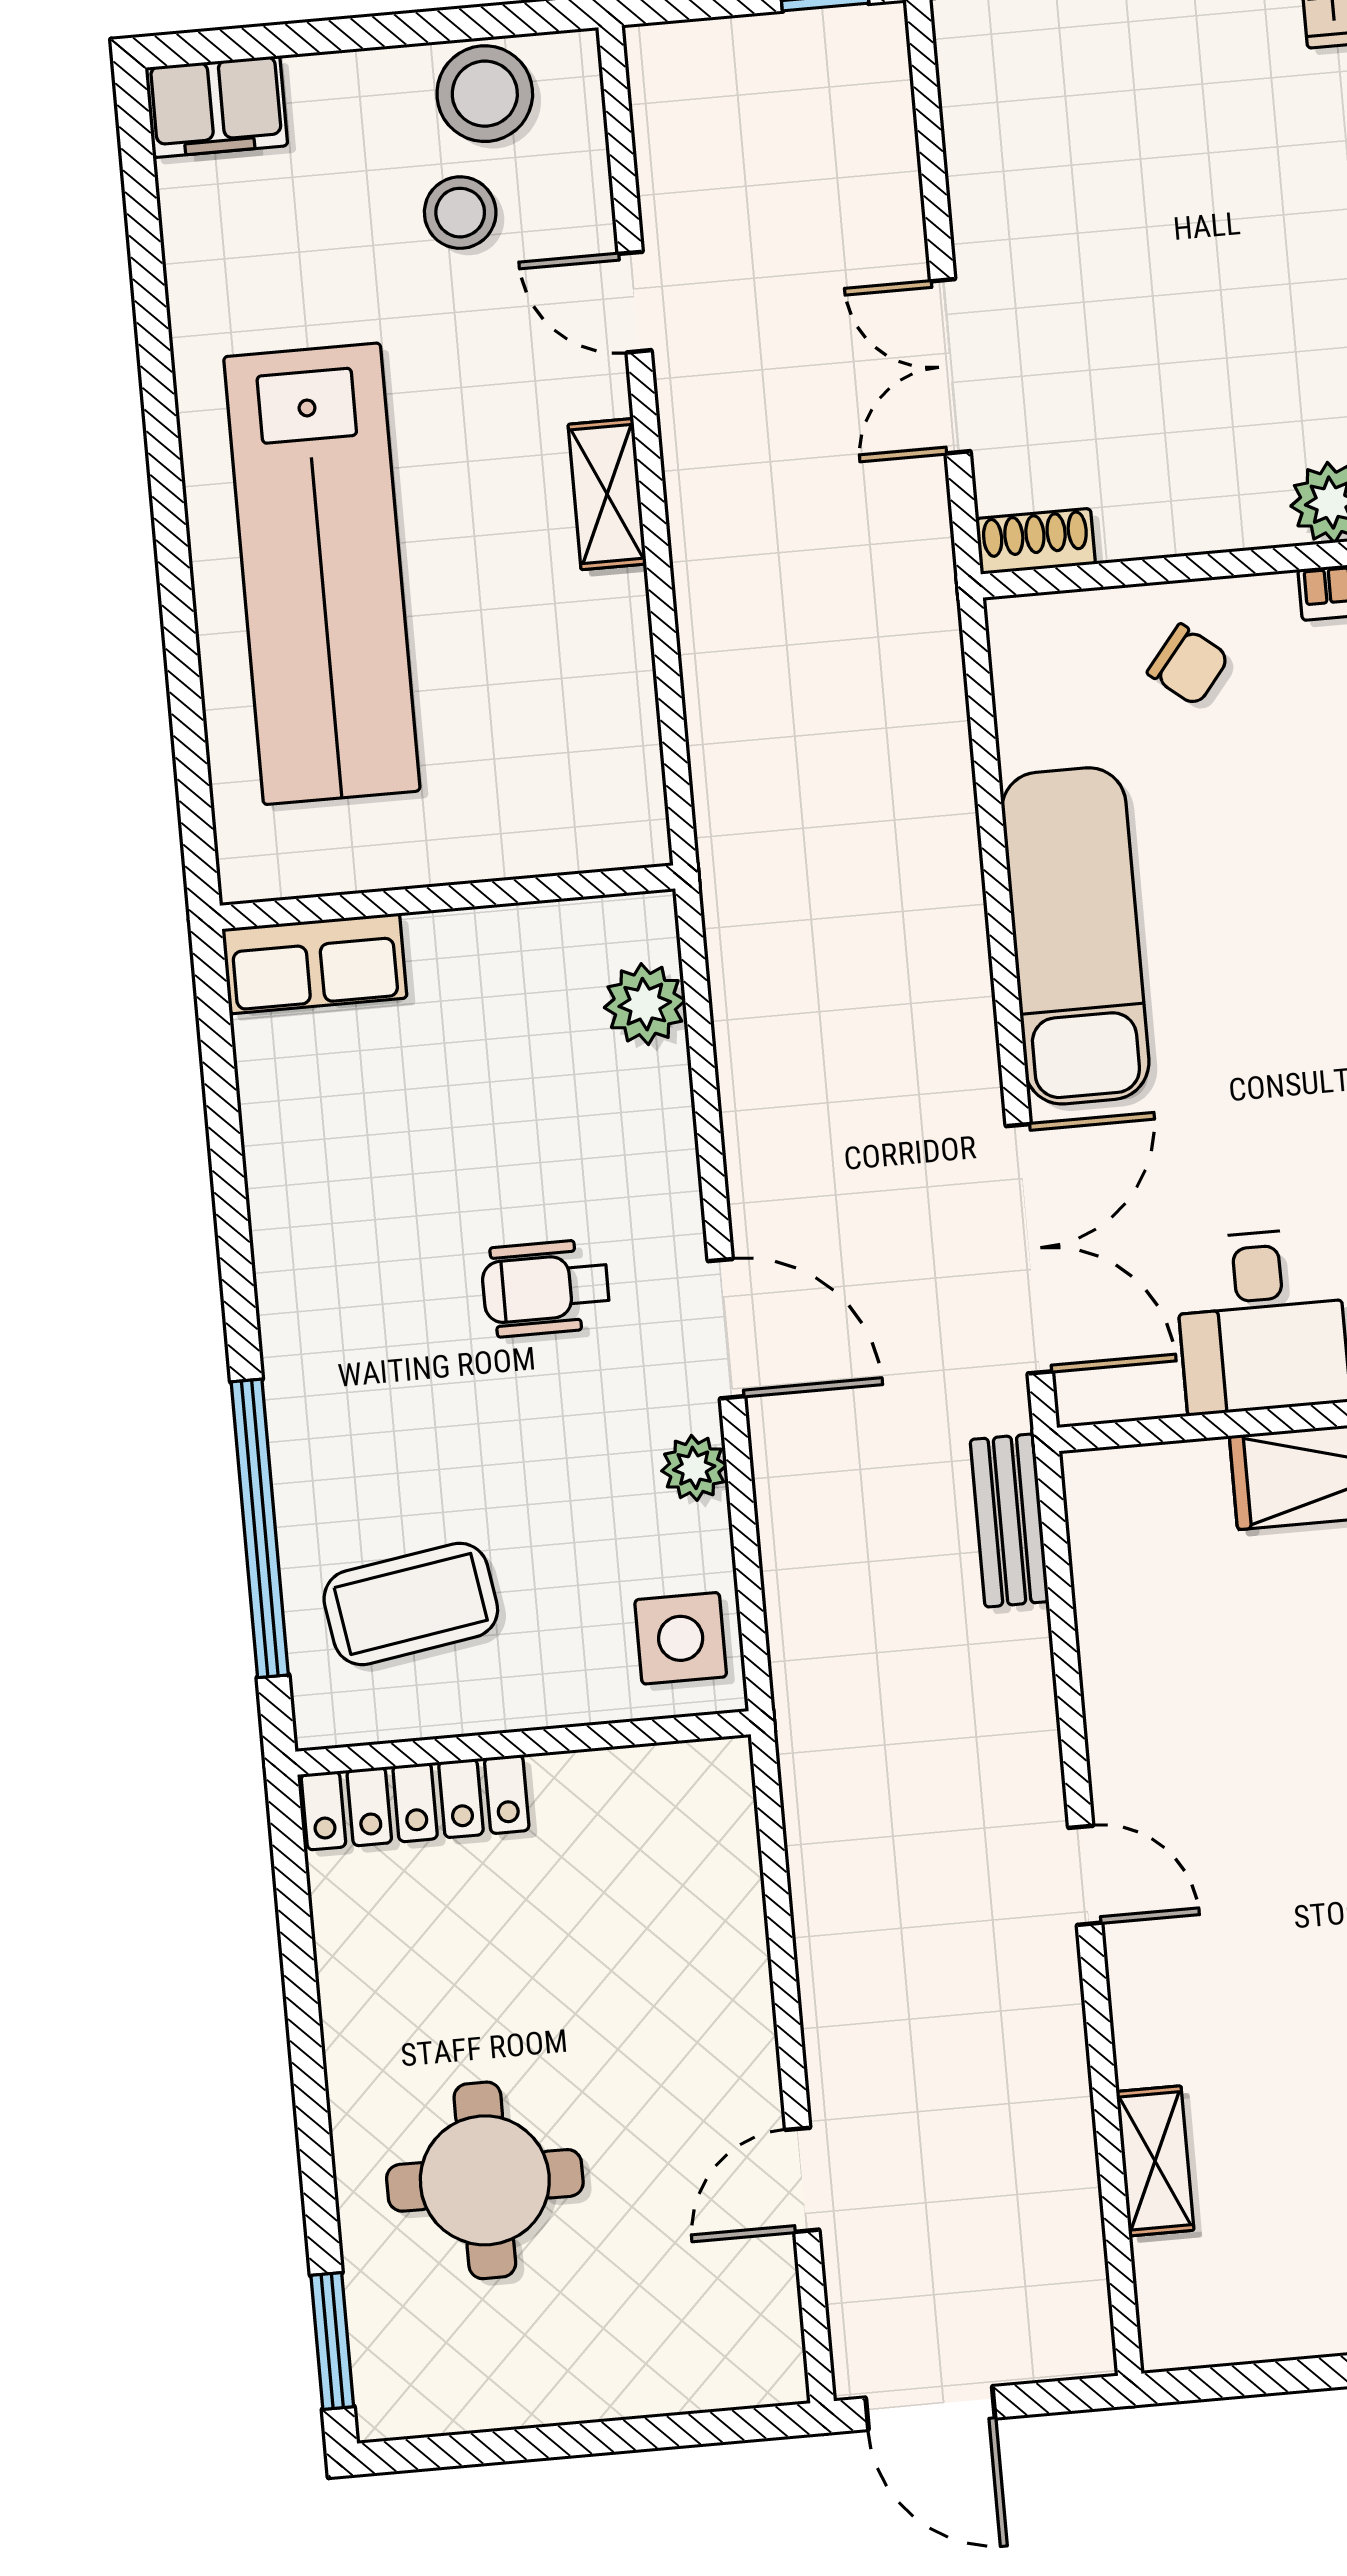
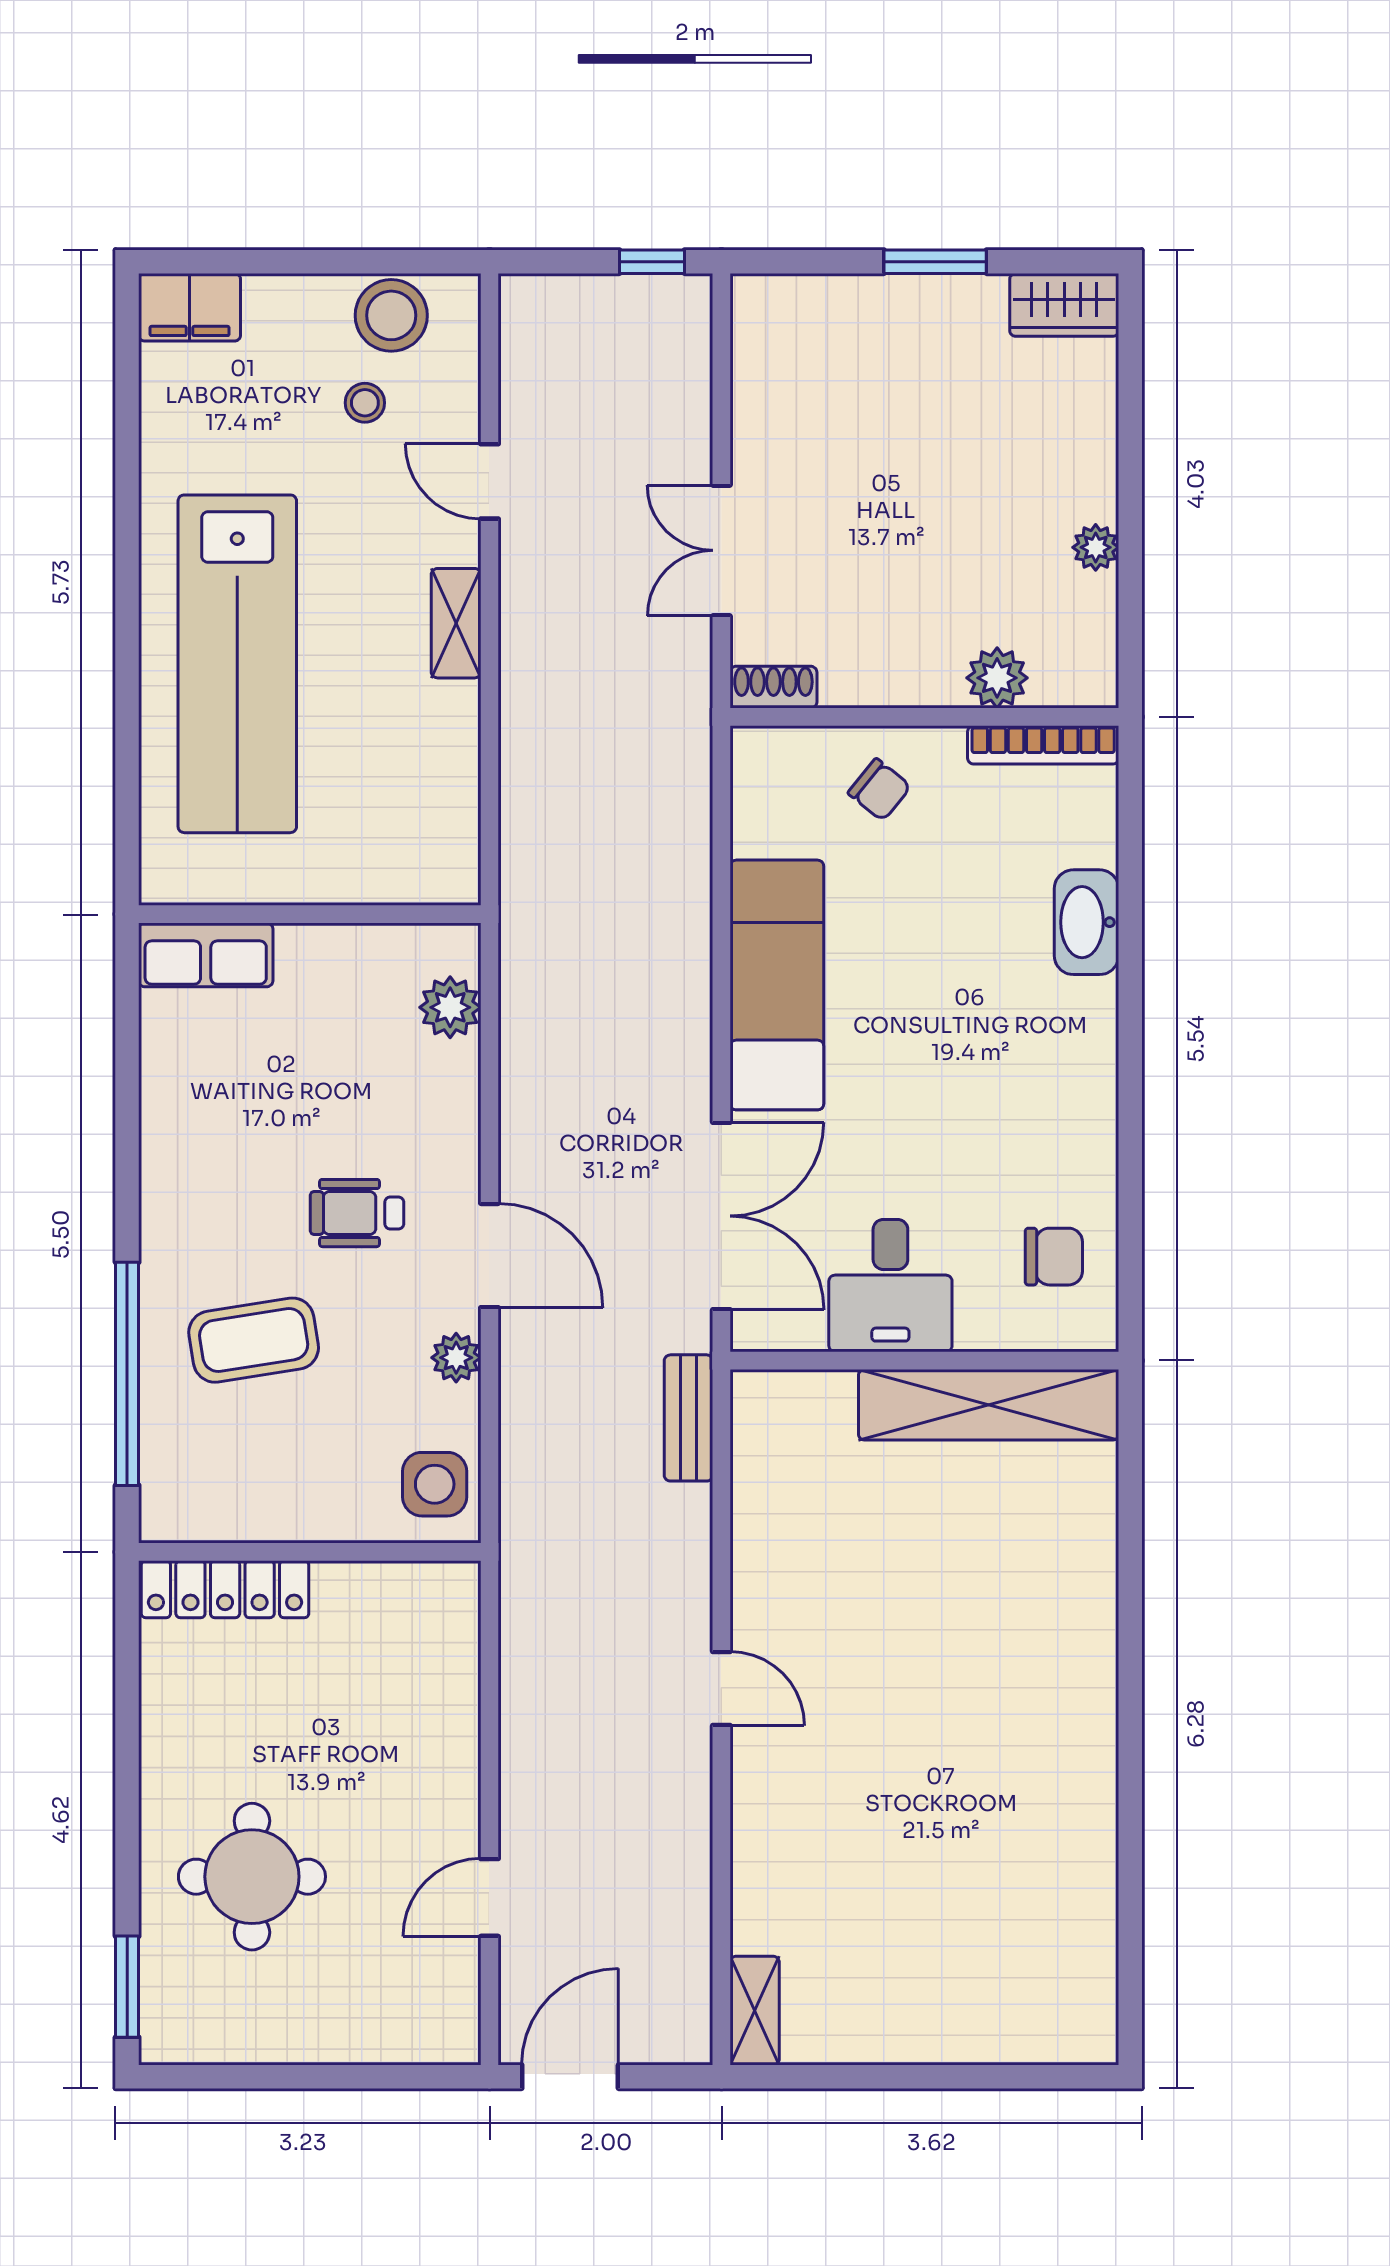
stool: (460, 213) -> (365, 403), width x0.73, depth x0.73
coffee table: (411, 1604) -> (254, 1340), moved
shelving: (1155, 2161) -> (755, 2011), moved
door: (930, 2408) -> (570, 2077), swing flipped

